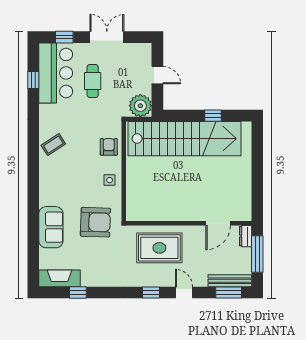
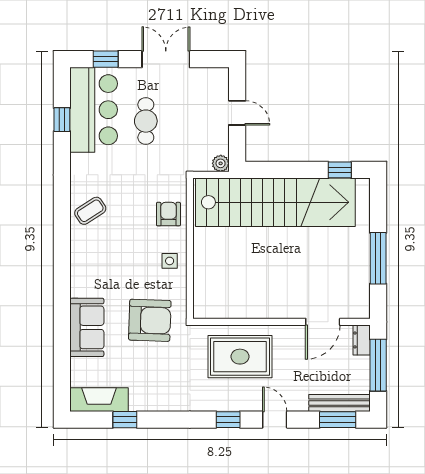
plant: (140, 106) -> (221, 163), width x0.53, depth x0.53
window: (213, 116) -> (340, 170), moved
window: (257, 178) -> (378, 258), added

